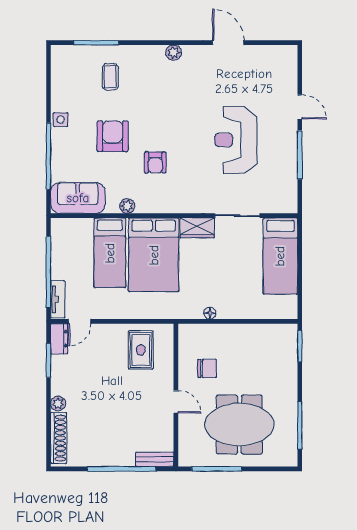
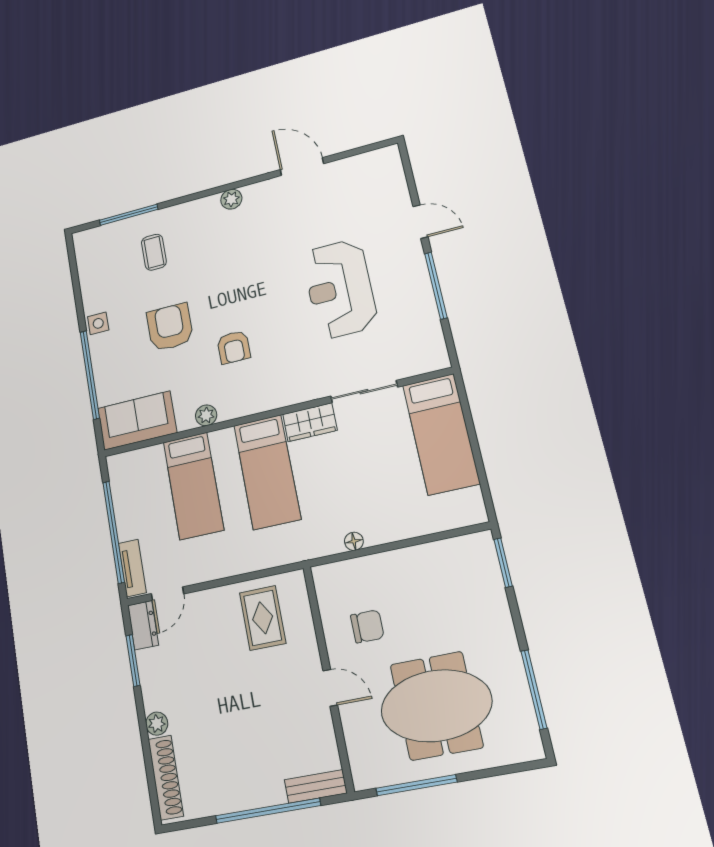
bed: (154, 255) -> (267, 472), width x0.67

